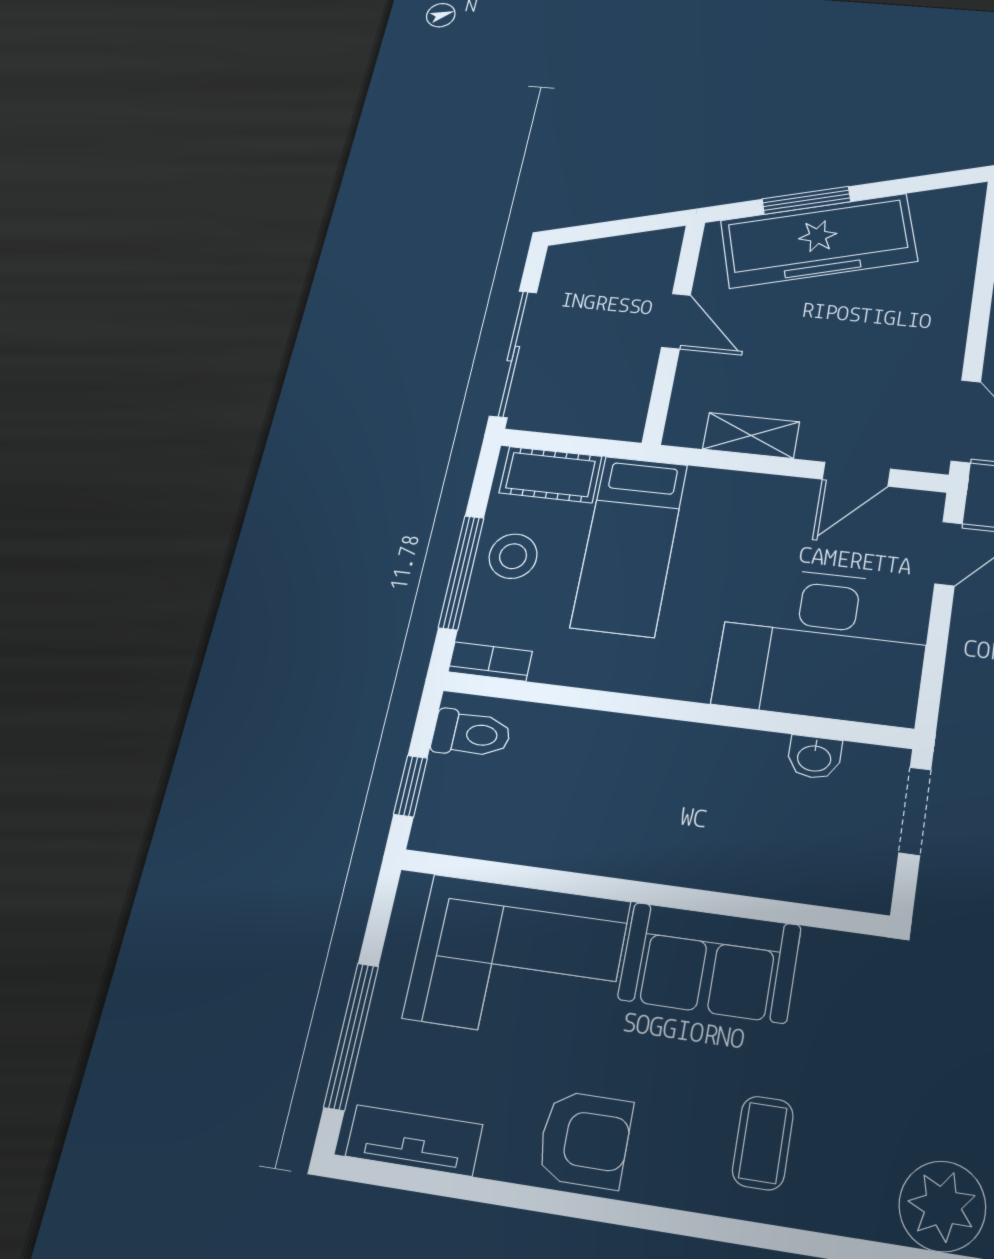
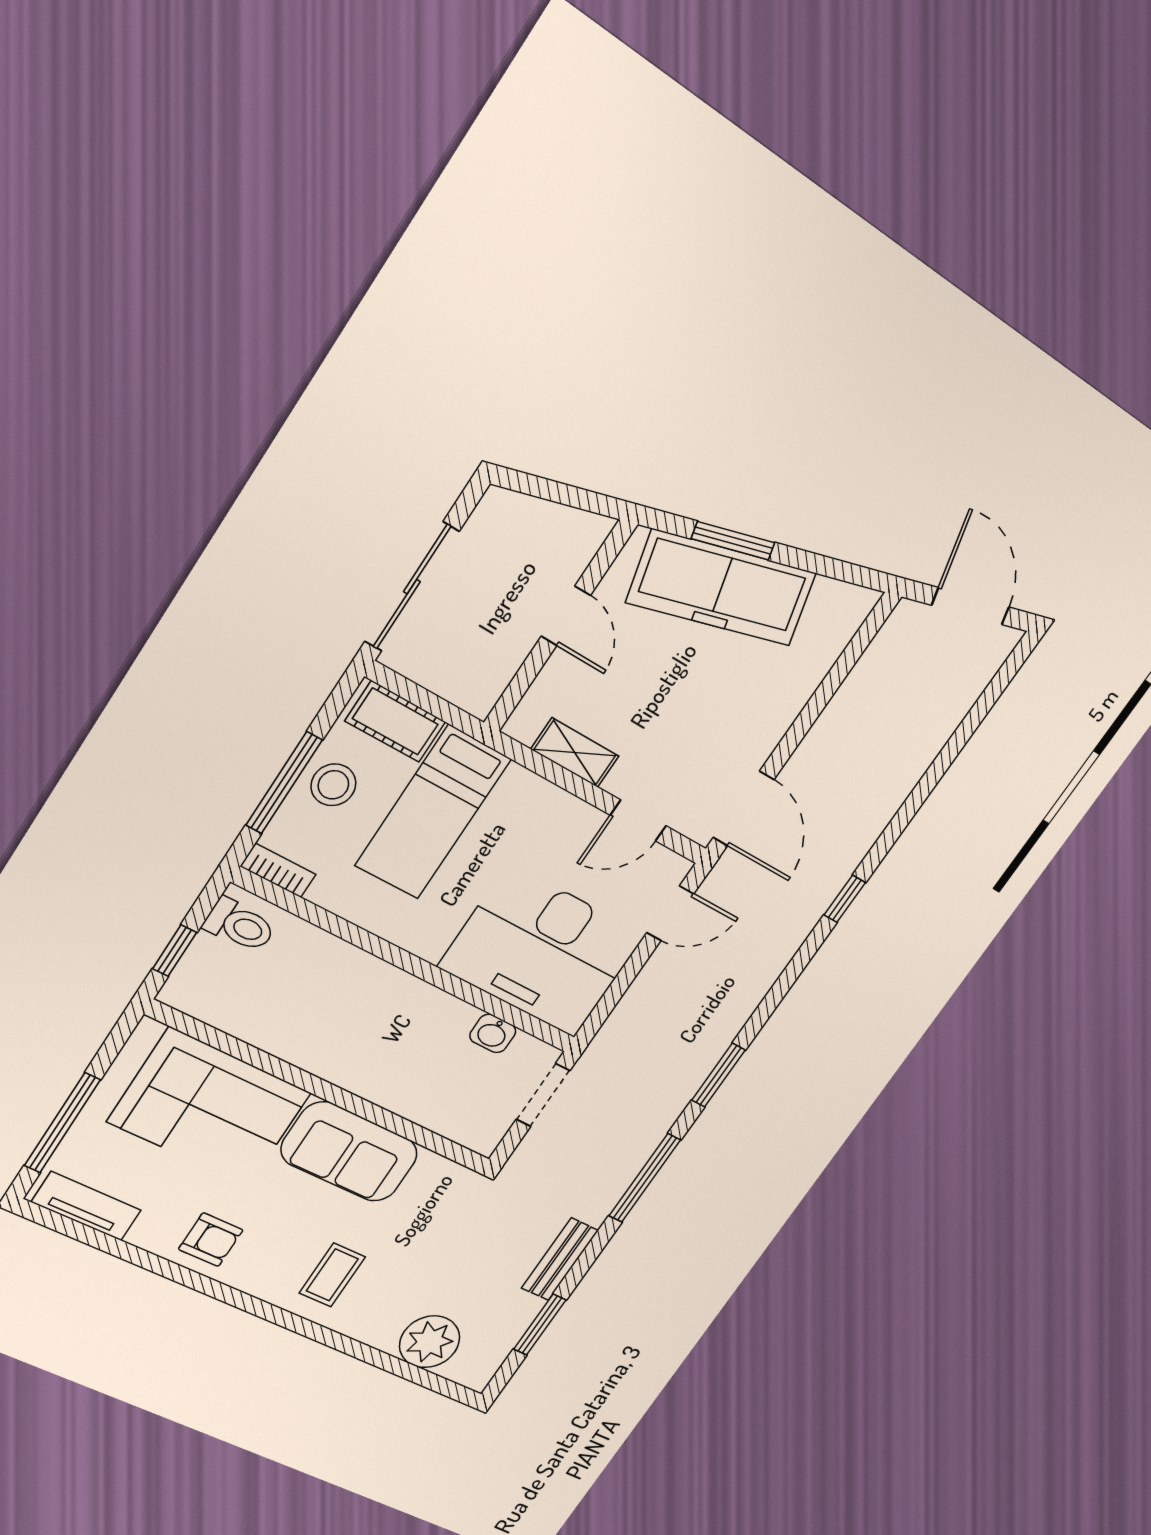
armchair: (585, 1140) -> (211, 1240), width x0.72, depth x0.72

